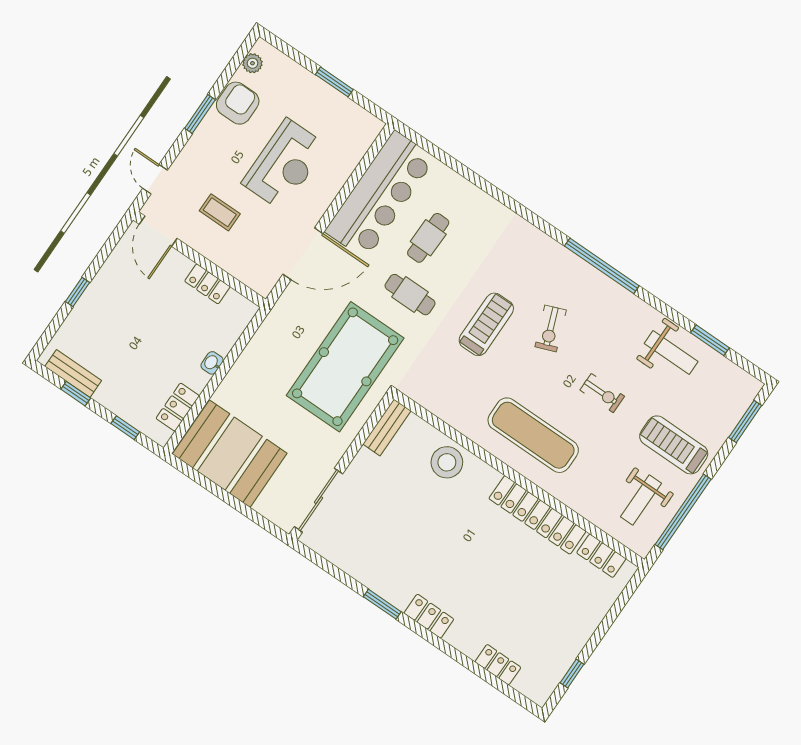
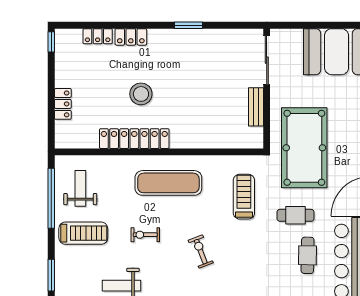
treadmill: (486, 324) -> (244, 197), moved, turned 180
bench: (387, 427) -> (256, 107), moved
stool: (447, 462) -> (141, 94), moved
locker: (601, 556) -> (63, 104), moved, turned 90
locker: (429, 616) -> (131, 37), moved
window: (572, 674) -> (51, 42), moved

